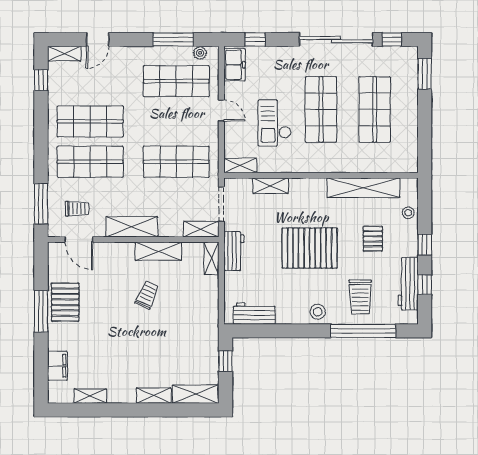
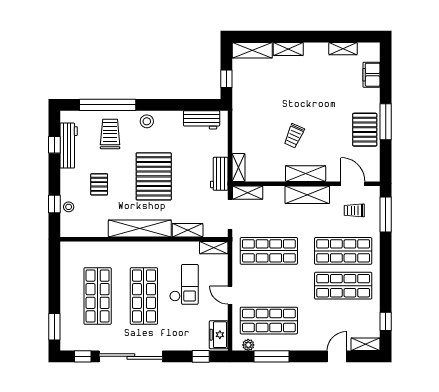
shelving: (363, 188) -> (140, 228), moved
window: (425, 245) -> (54, 204), moved
pallet: (310, 248) -> (154, 176), turned 90
shelving: (158, 251) -> (306, 174), moved

